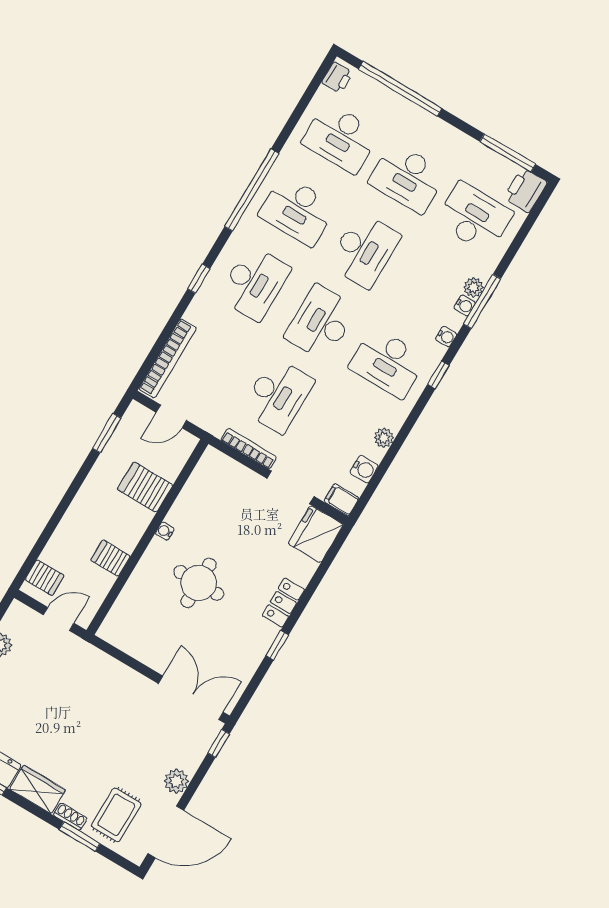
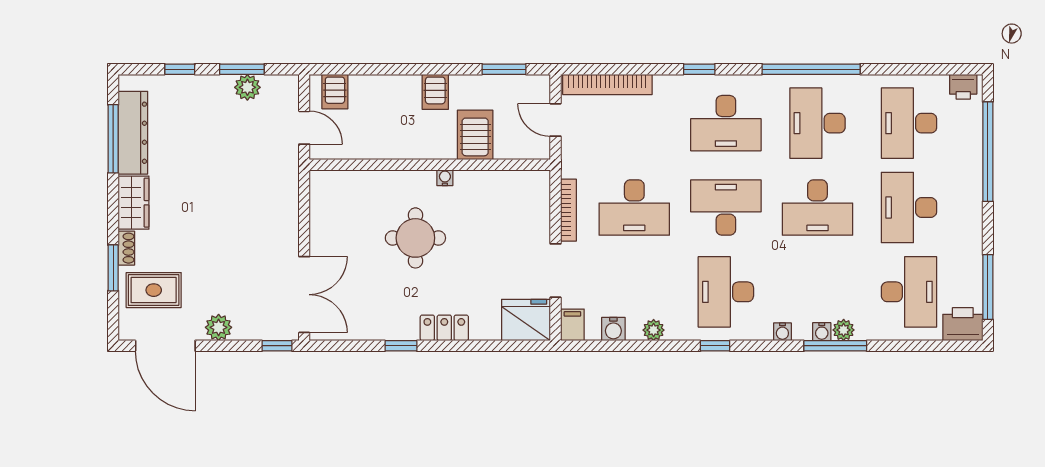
window: (438, 375) -> (715, 346), moved
server rack: (111, 558) -> (435, 92), moved, turned 180

